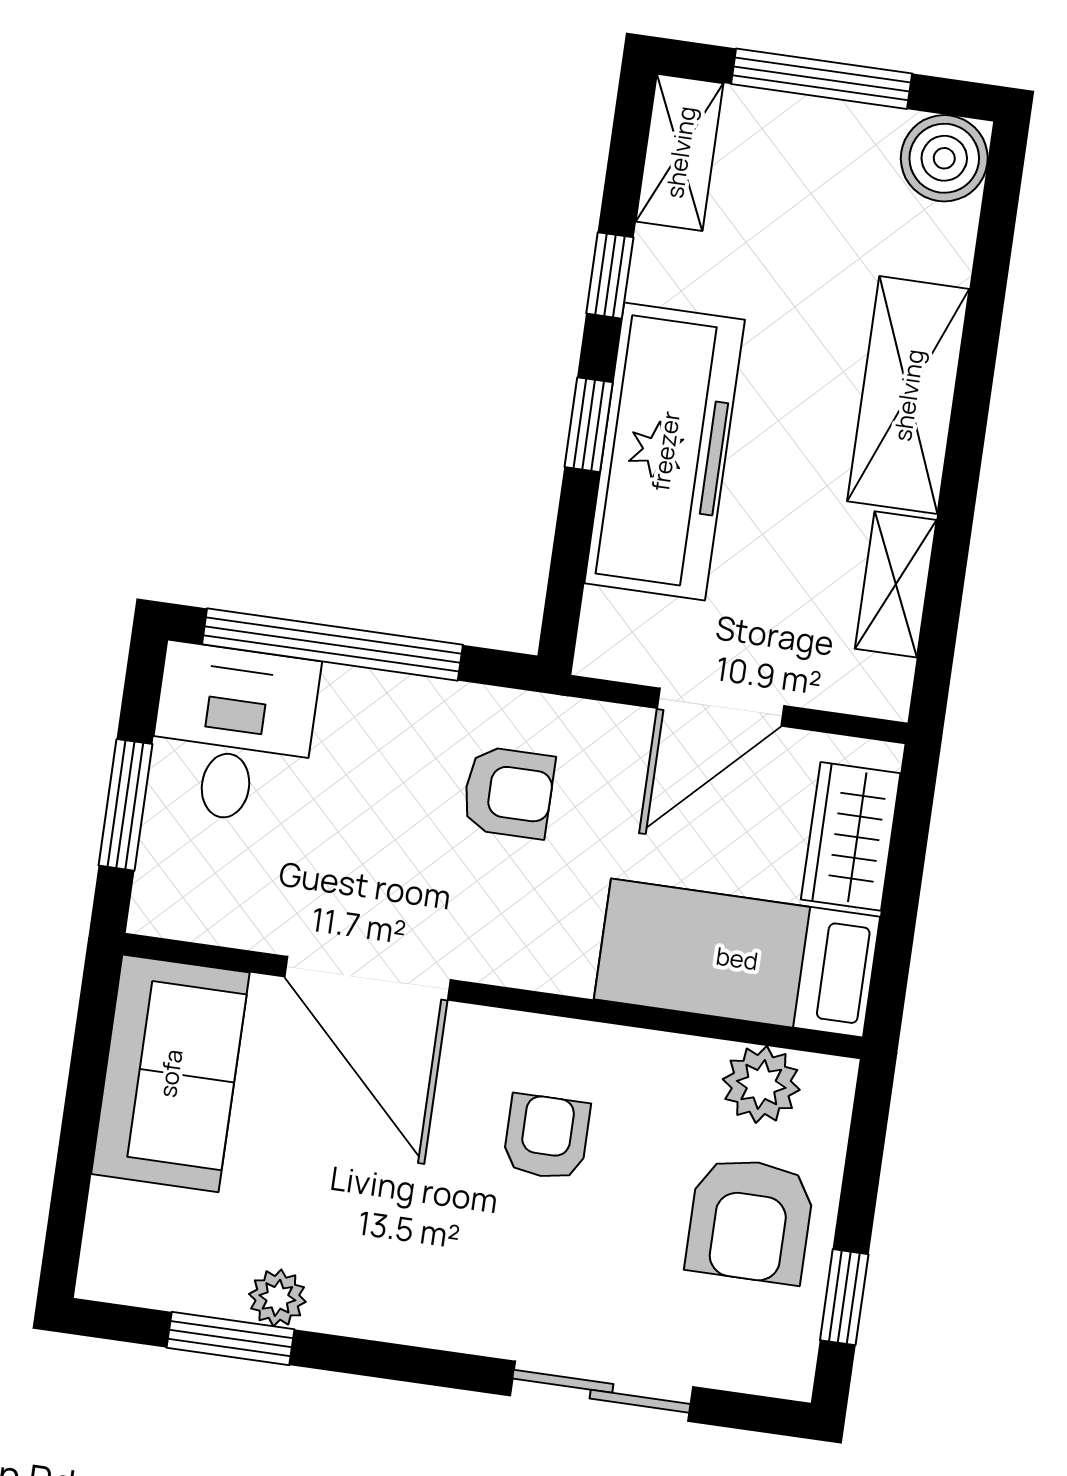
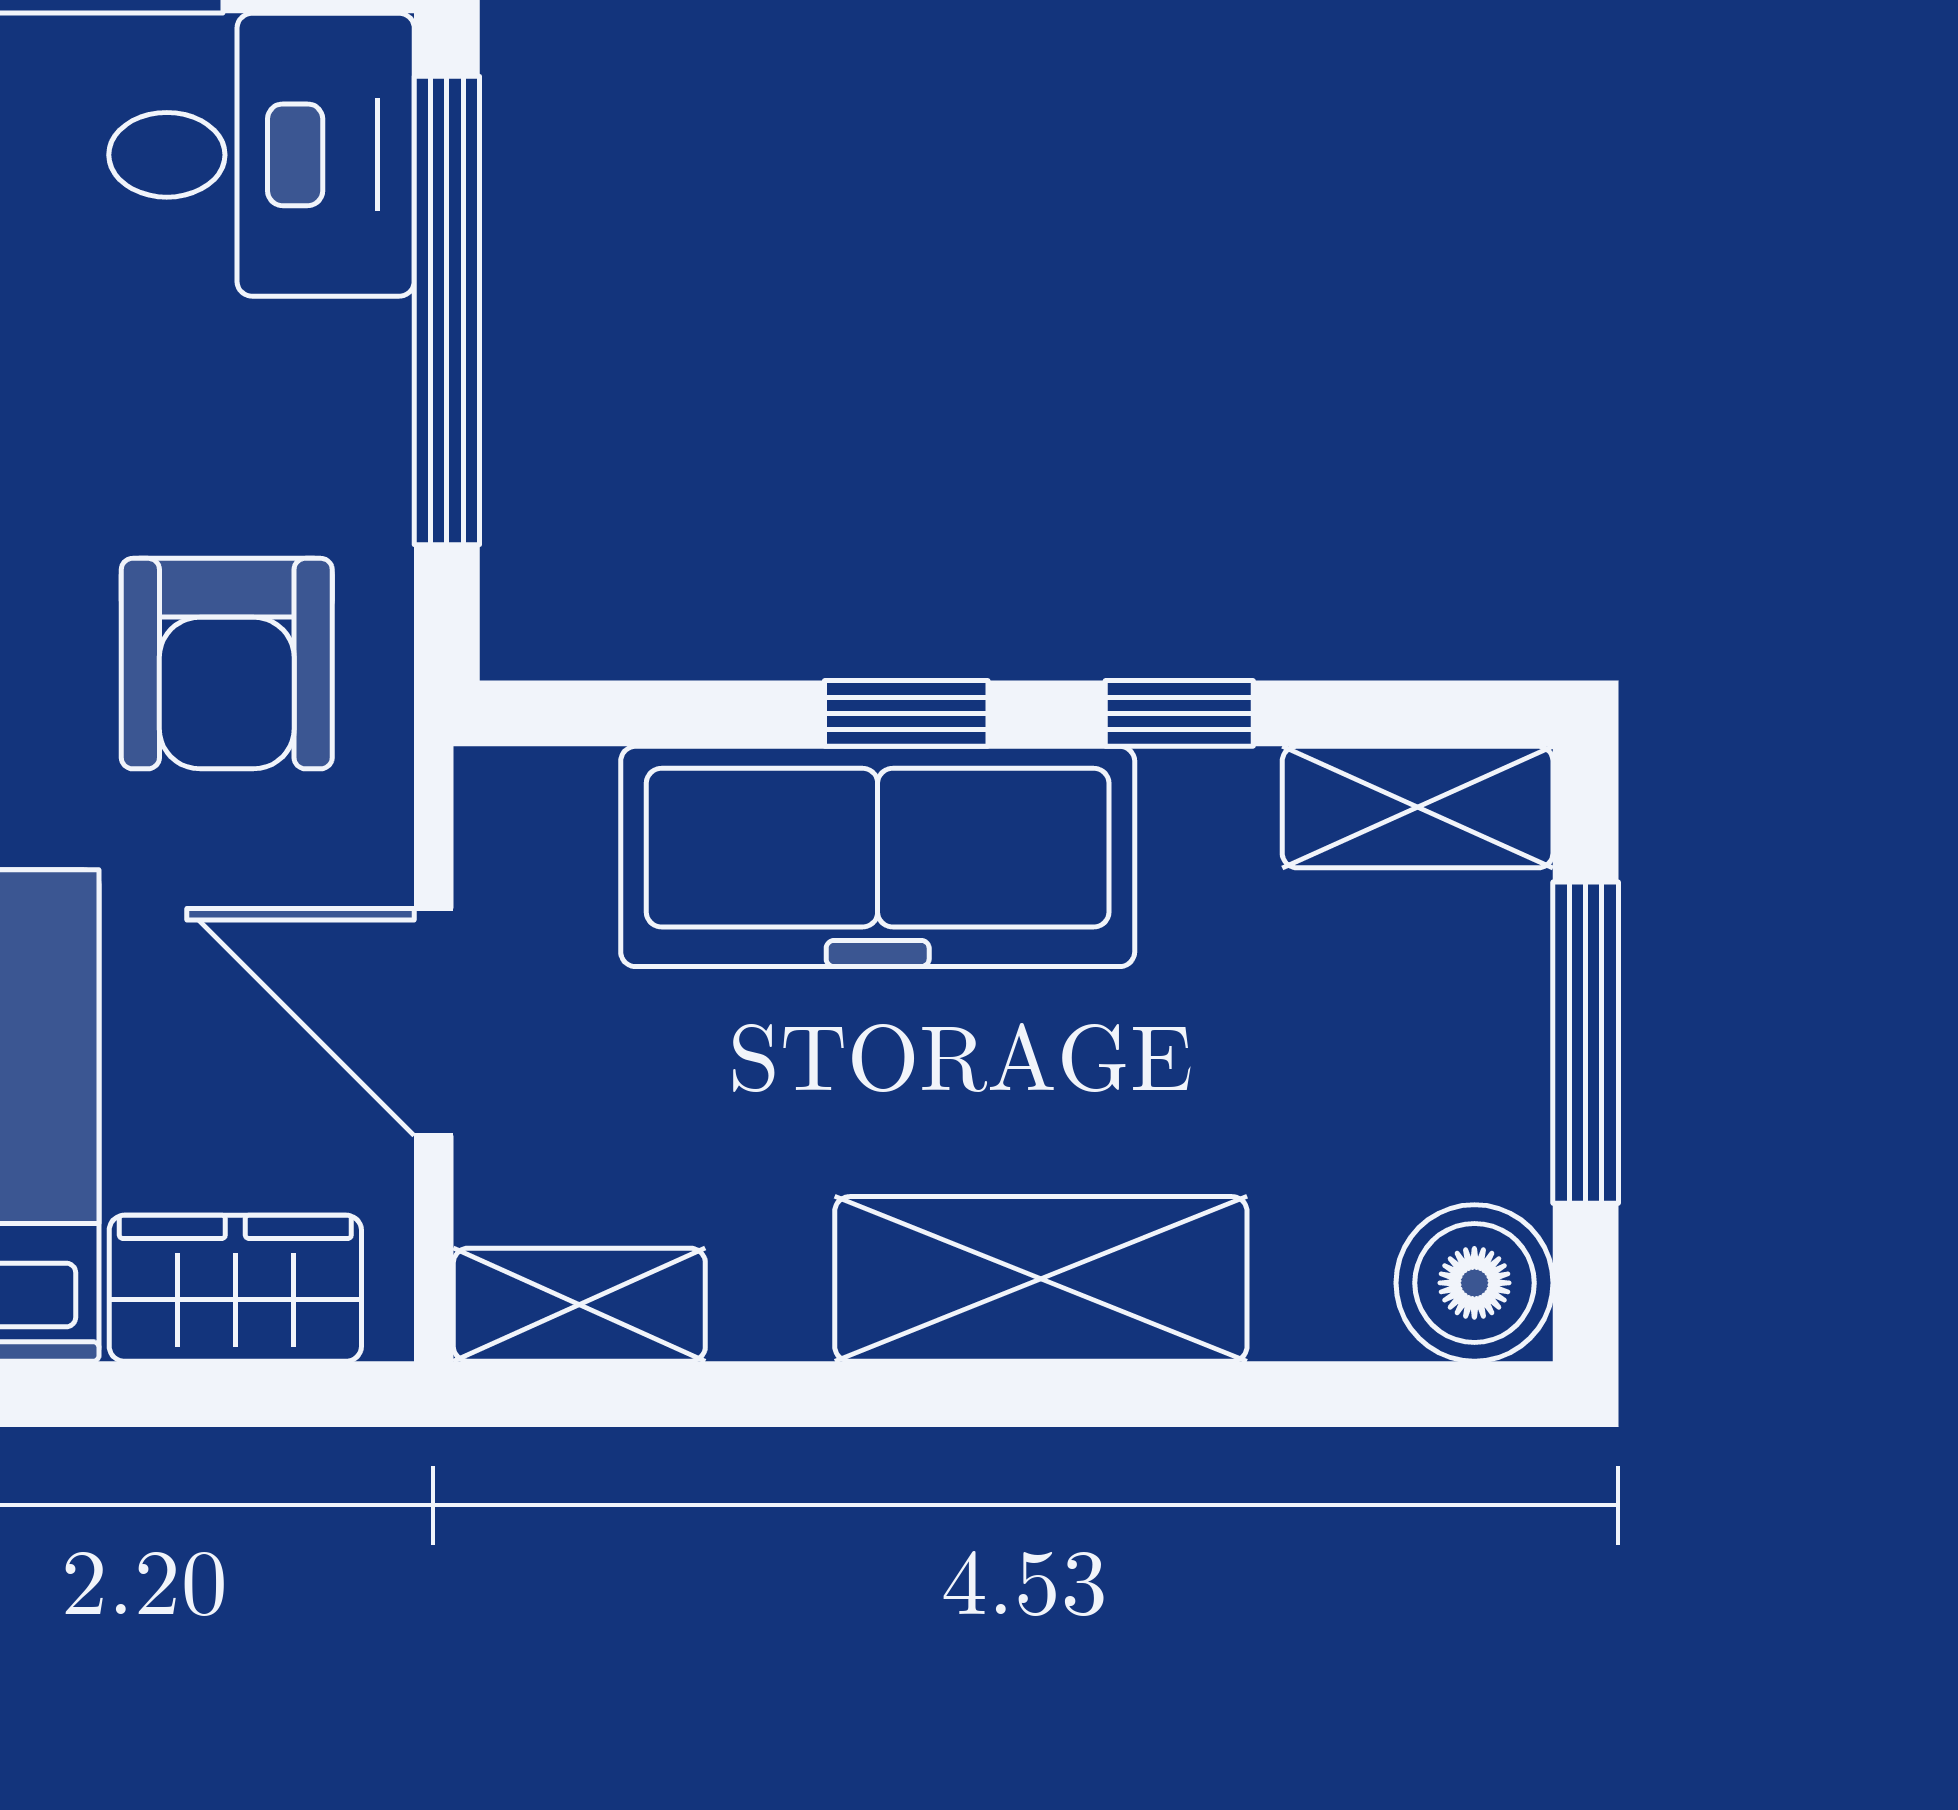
shelving: (896, 584) -> (579, 1305), moved
armchair: (508, 792) -> (227, 664), width x1.38, depth x1.38

